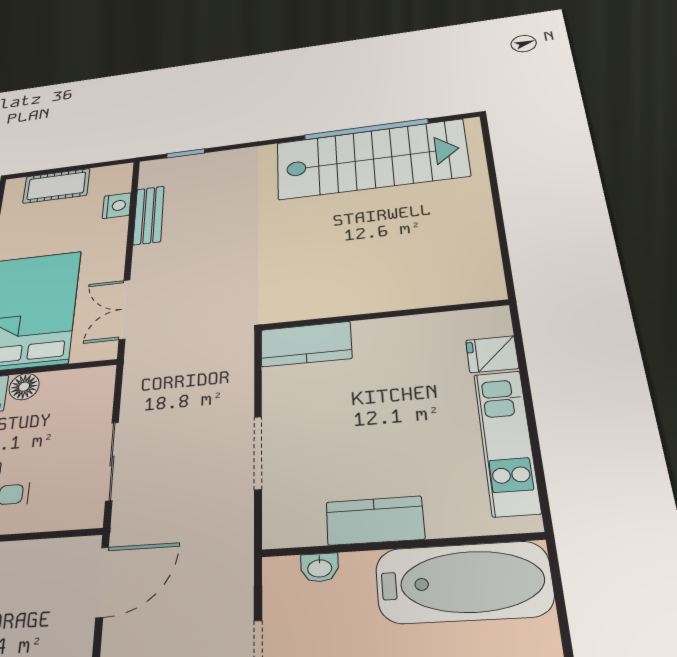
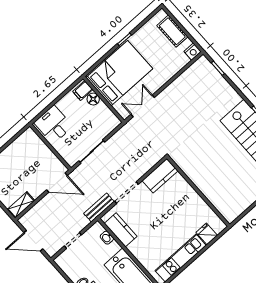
nightstand: (117, 206) -> (193, 52), moved
bench: (149, 215) -> (99, 207), moved
kitchen counter: (306, 344) -> (160, 176), moved, turned -90
kitchen counter: (375, 521) -> (121, 230), moved

